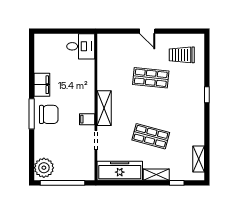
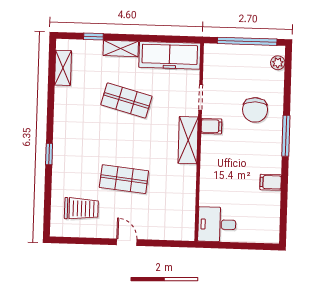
filing cabinet: (42, 85) -> (271, 182), width x0.50
chair: (49, 114) -> (255, 110), moved, turned -90
plant: (44, 168) -> (278, 63), width x0.53, depth x0.53

